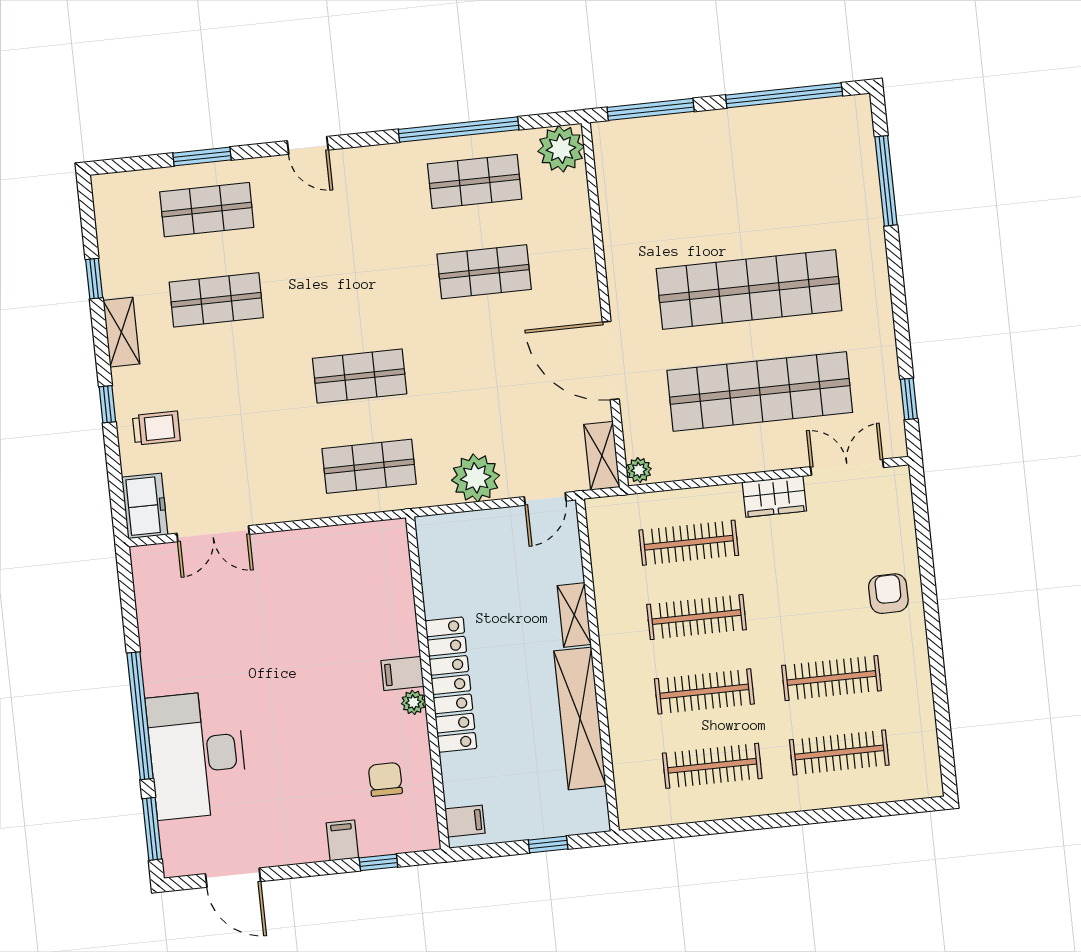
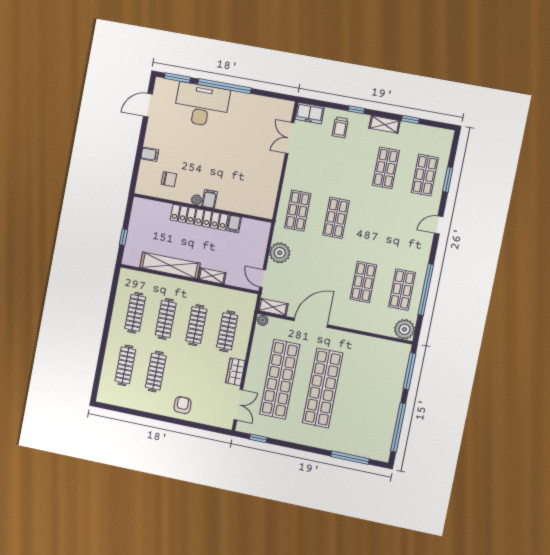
armchair: (888, 594) -> (183, 405), turned -90
filing cabinet: (465, 821) -> (234, 224), moved
window: (378, 862) -> (137, 166), removed

